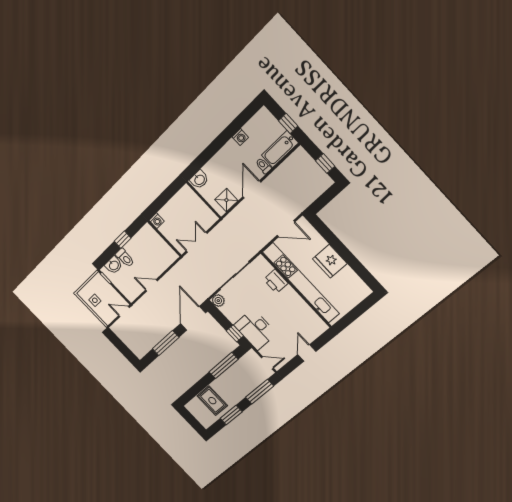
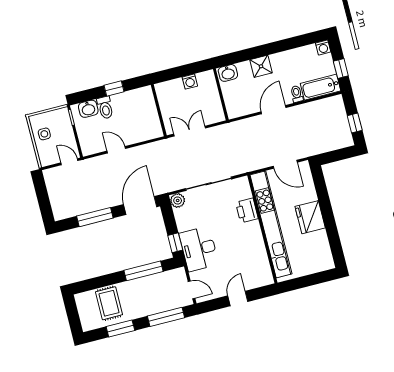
washing machine: (240, 137) -> (323, 47), moved
shower: (226, 200) -> (261, 66), moved
washing machine: (157, 221) -> (190, 82), moved

